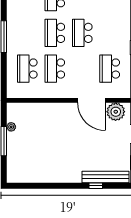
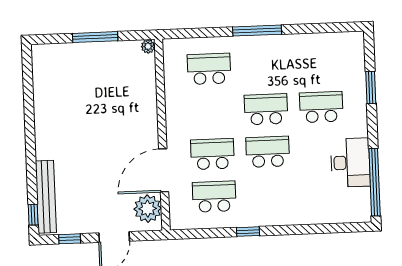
school desk: (55, 69) -> (212, 154), moved
plant: (11, 127) -> (148, 46), moved
window: (96, 186) -> (33, 215), moved

